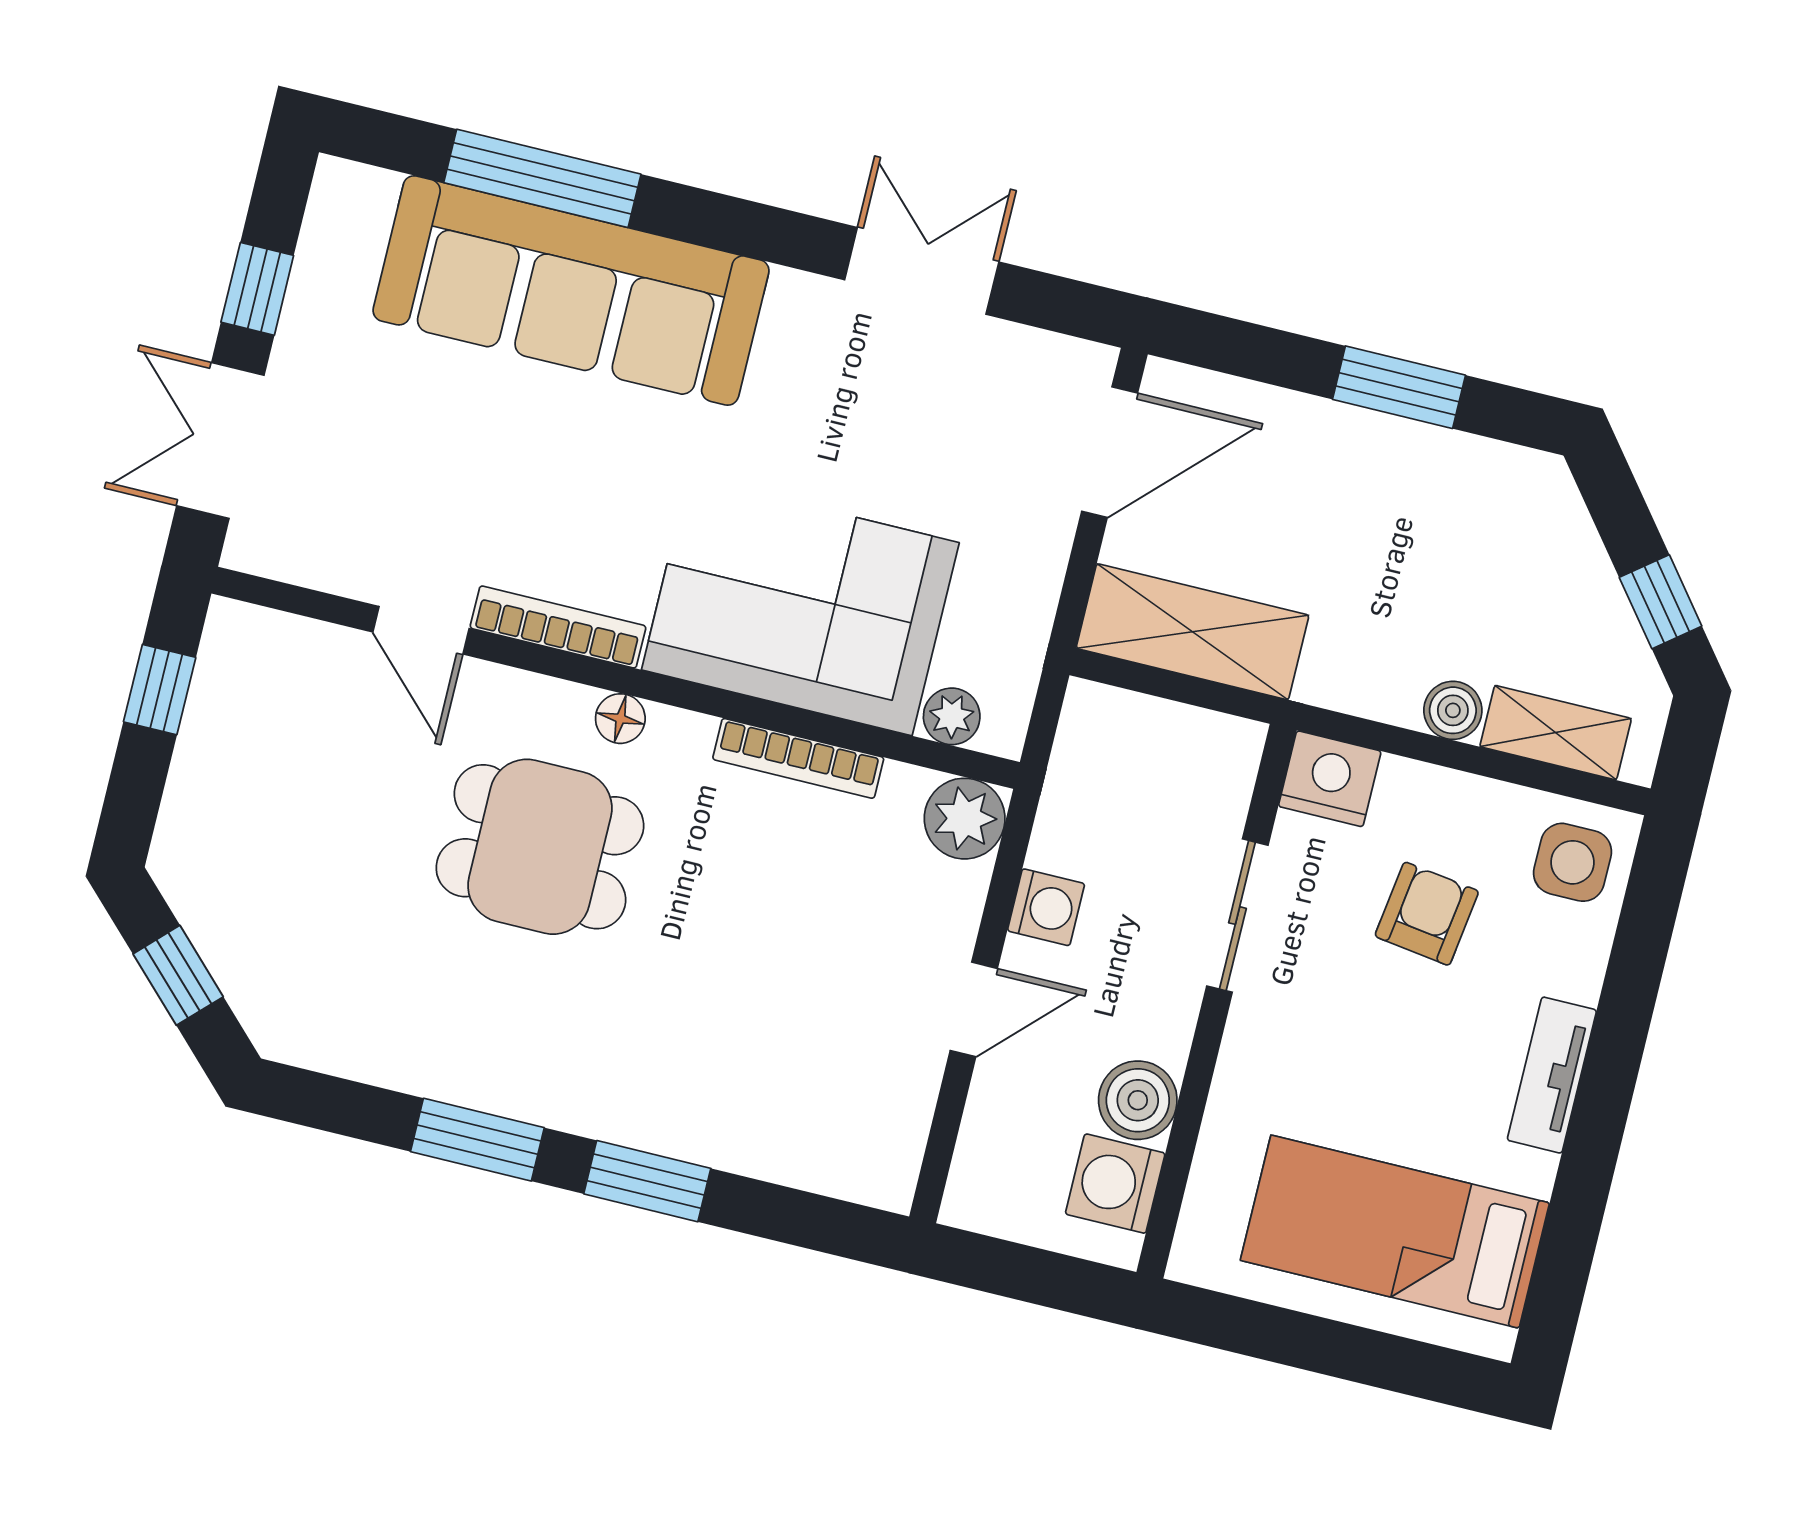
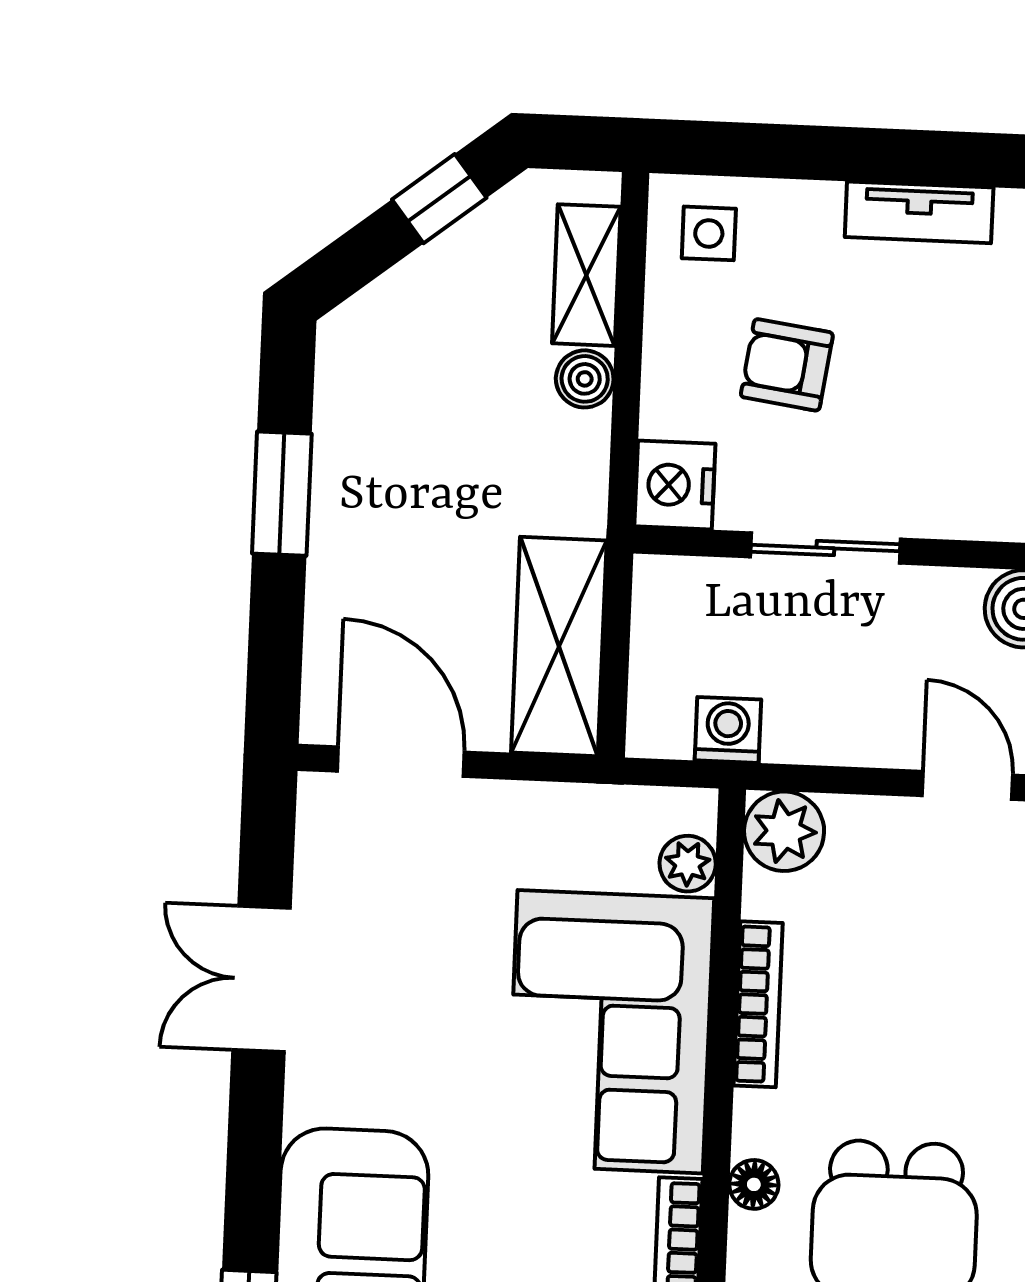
side table: (1573, 862) -> (709, 233), width x0.73, depth x0.73
washing machine: (1046, 907) -> (728, 730), moved

